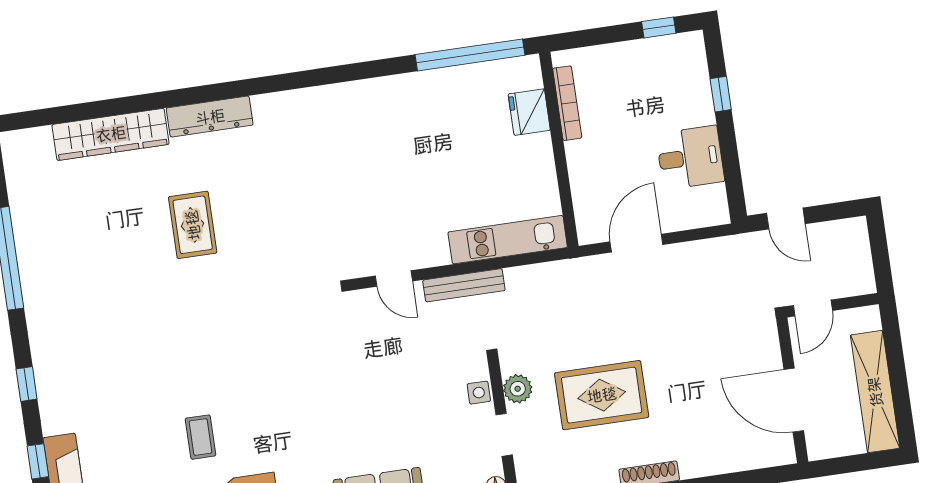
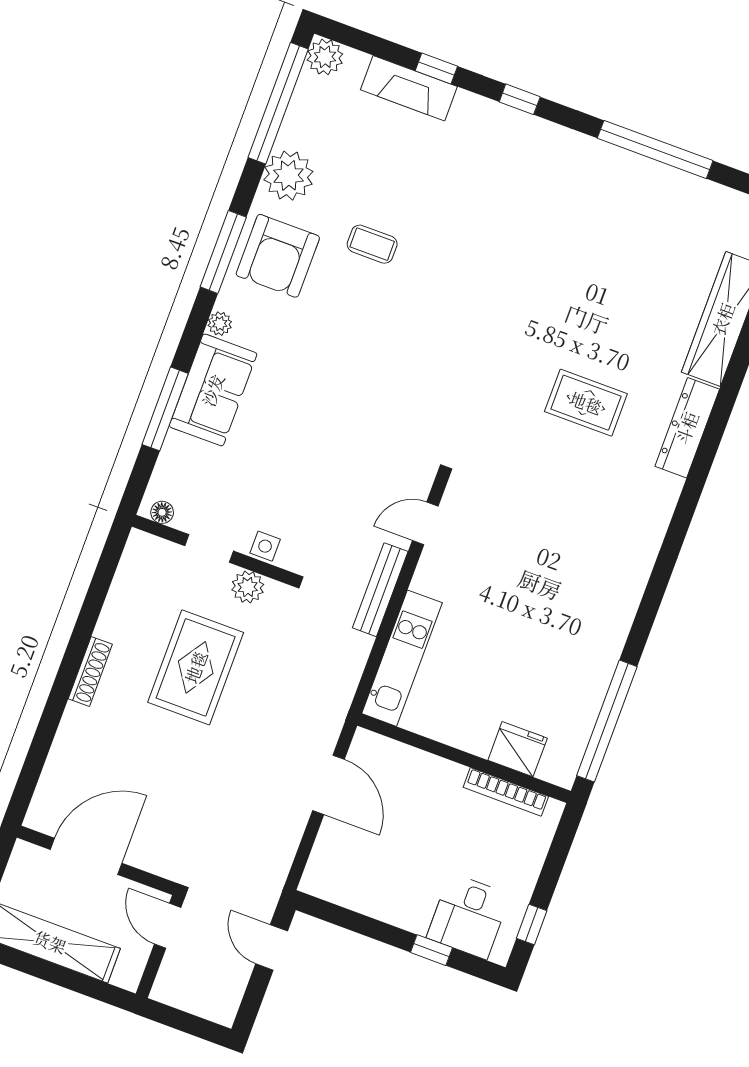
desk: (690, 158) -> (468, 916), moved
door: (786, 218) -> (272, 947), hinge flipped
rug: (193, 225) -> (586, 403), moved

